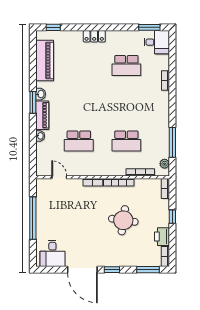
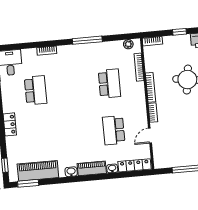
window: (33, 102) -> (28, 183), moved
school desk: (79, 141) -> (114, 130), turned 180
window: (172, 142) -> (87, 40), moved
locker: (41, 159) -> (134, 165), added
door: (59, 177) -> (150, 136), moved

